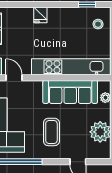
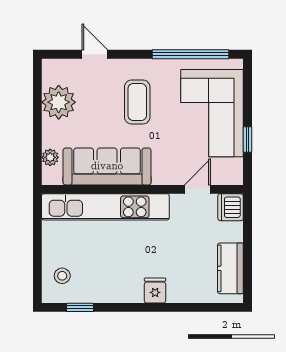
door: (14, 78) -> (197, 189), swing flipped

